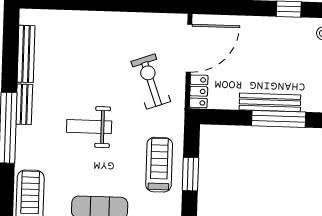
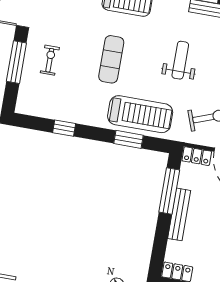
window: (279, 119) -> (169, 191), moved
treadmill: (159, 165) -> (140, 114), width x1.37, depth x1.38

